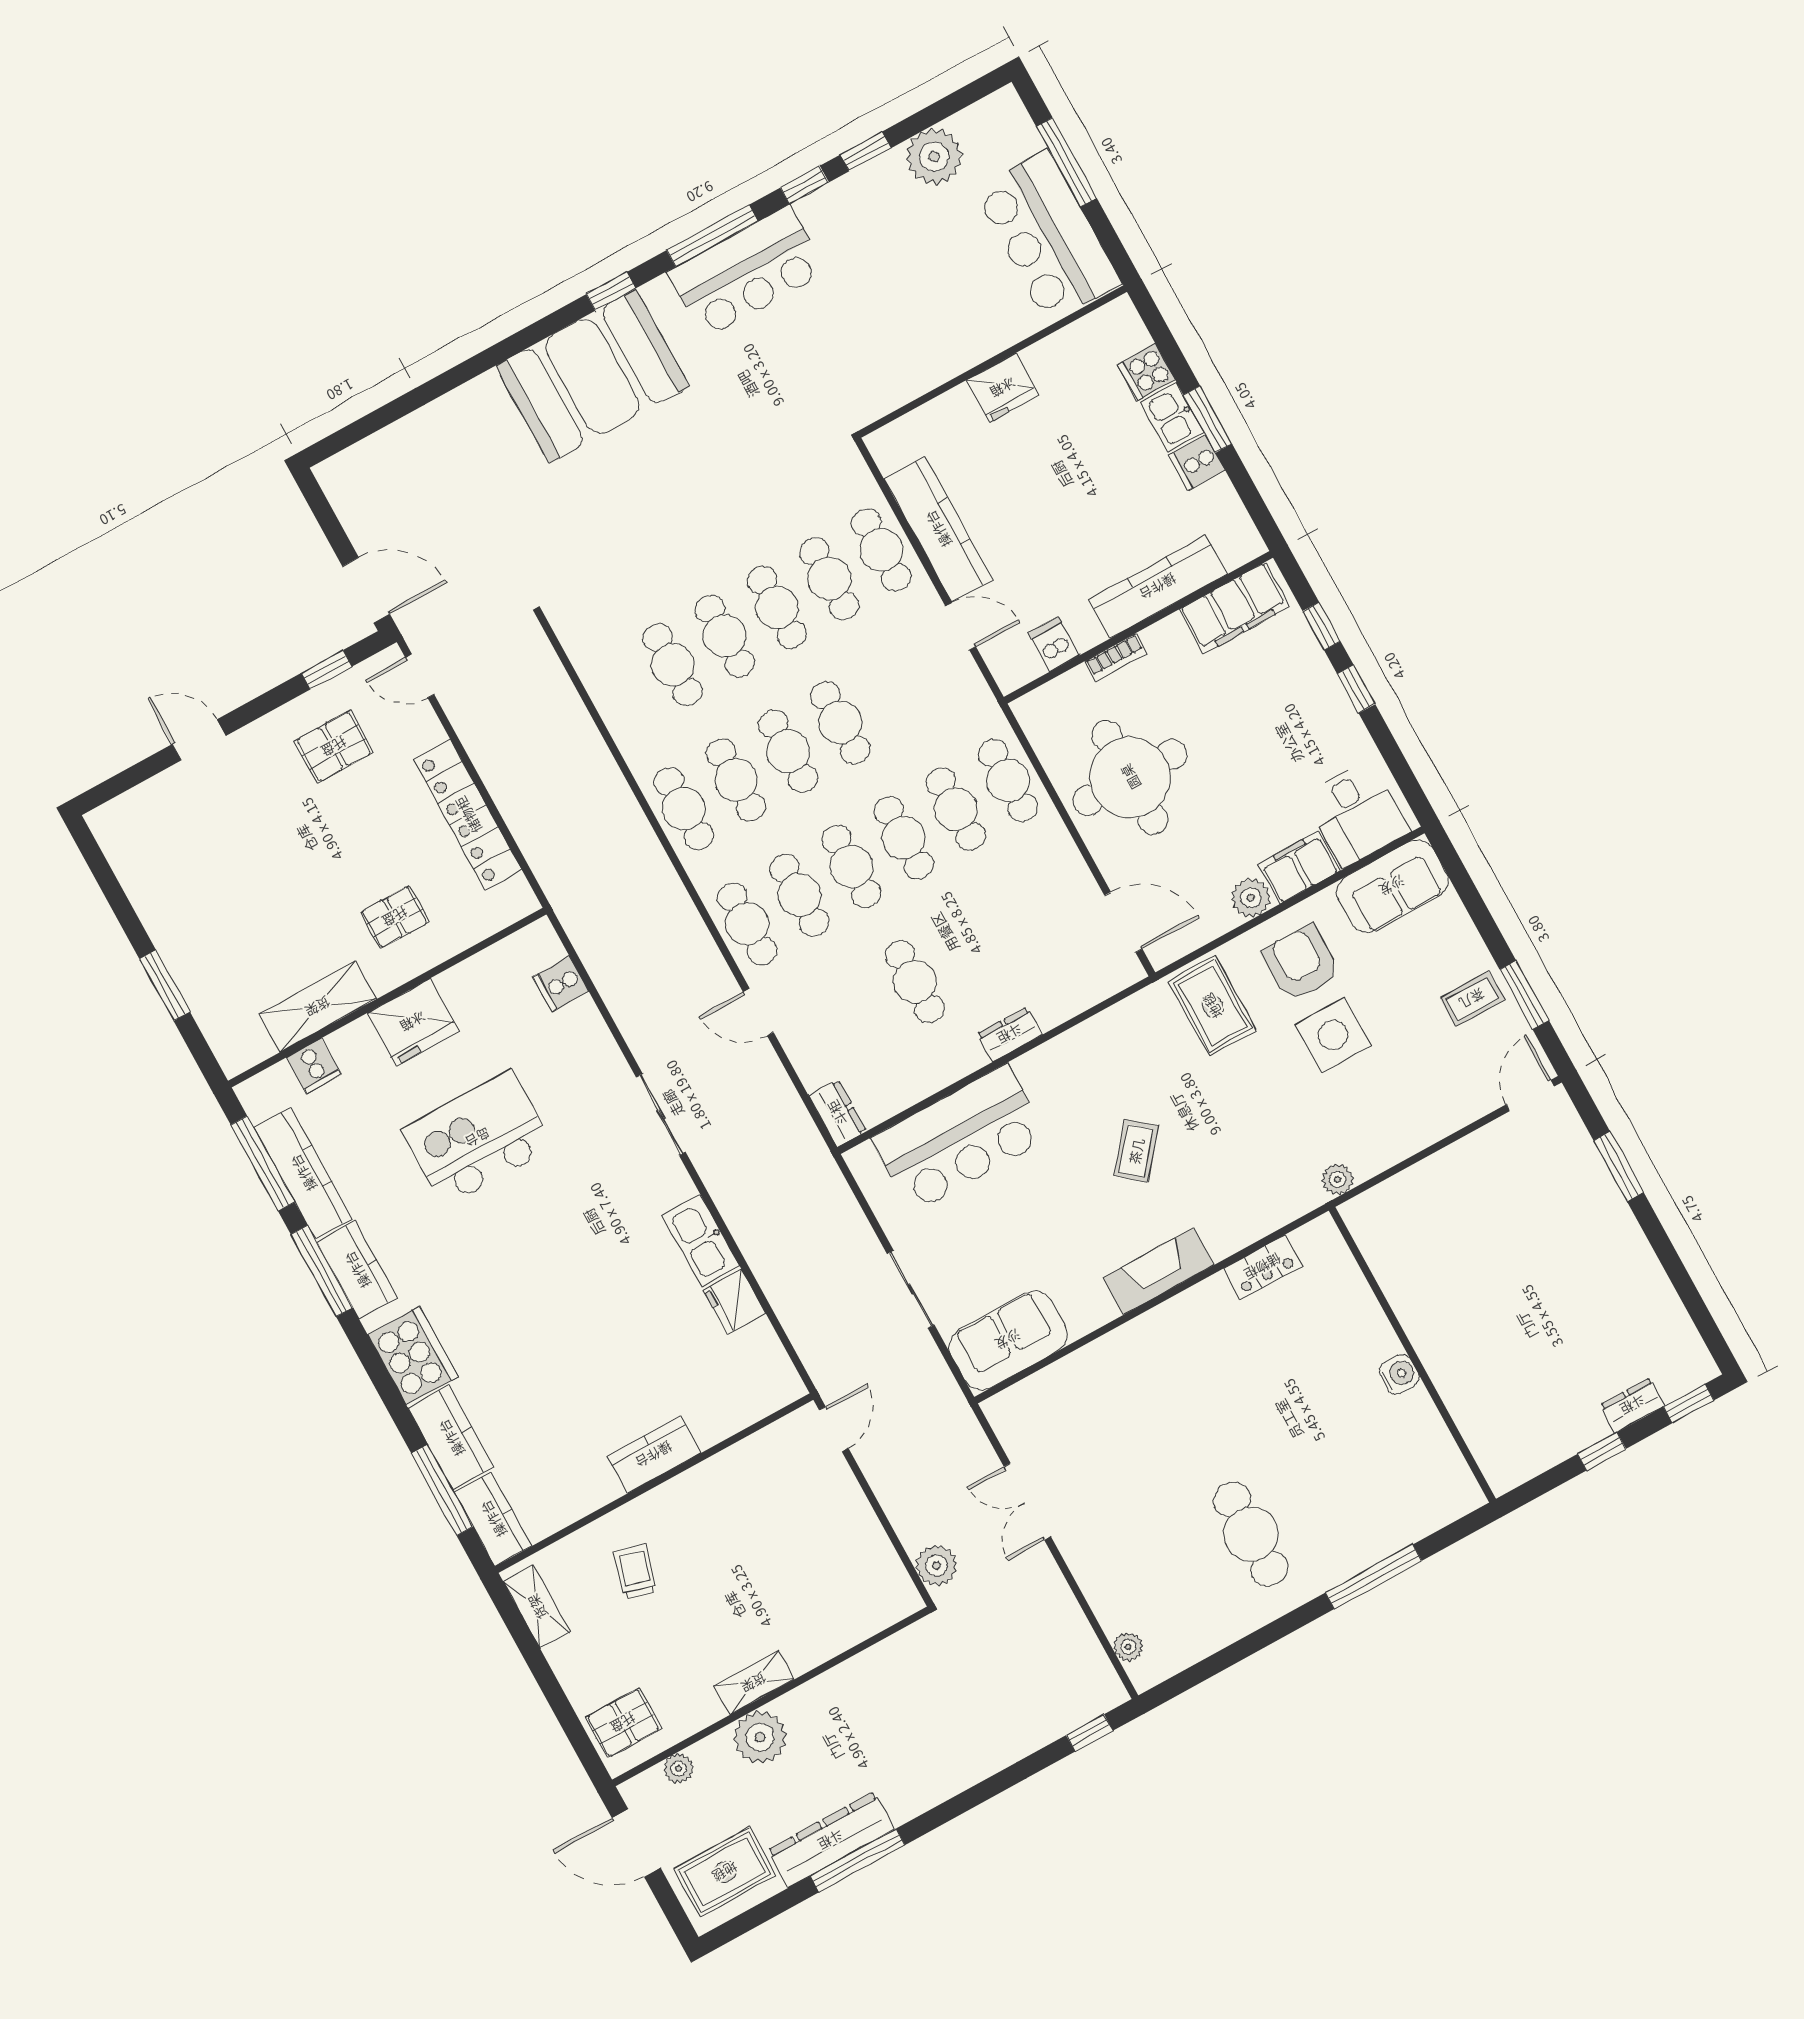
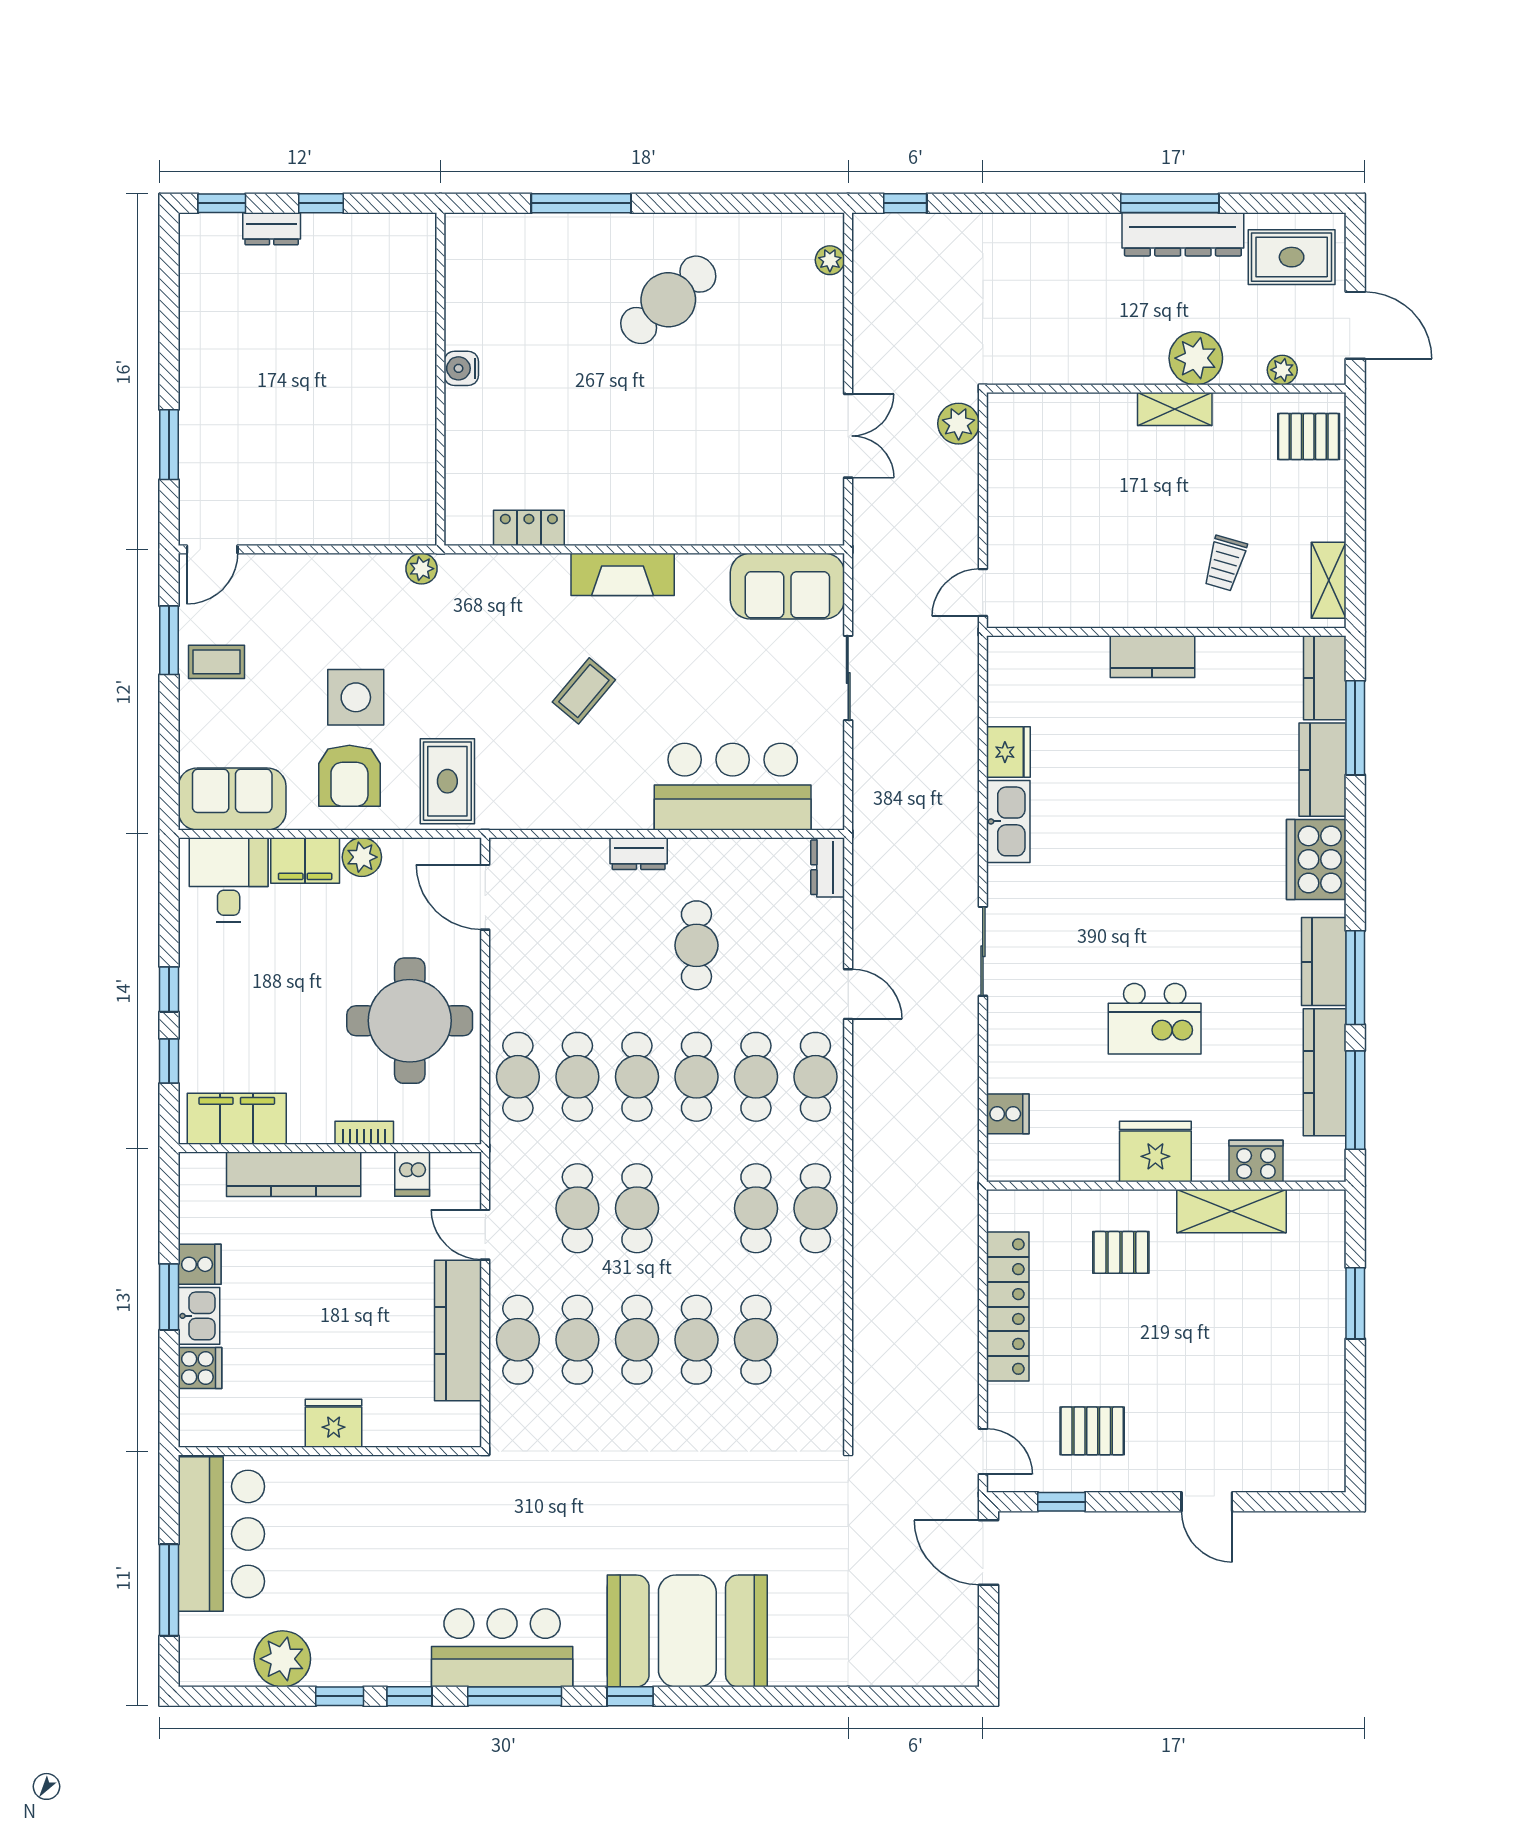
cafe table: (788, 751) -> (577, 1208), moved
cooker: (314, 1066) -> (1256, 1161), width x1.36
kitchen island: (478, 1138) -> (1155, 1019), width x0.73, depth x0.78
cafe table: (1251, 1534) -> (668, 300), turned 49

